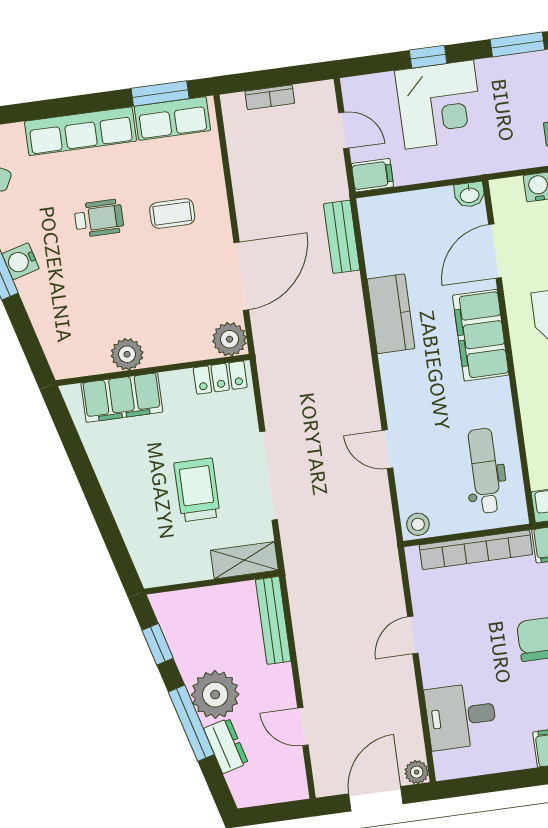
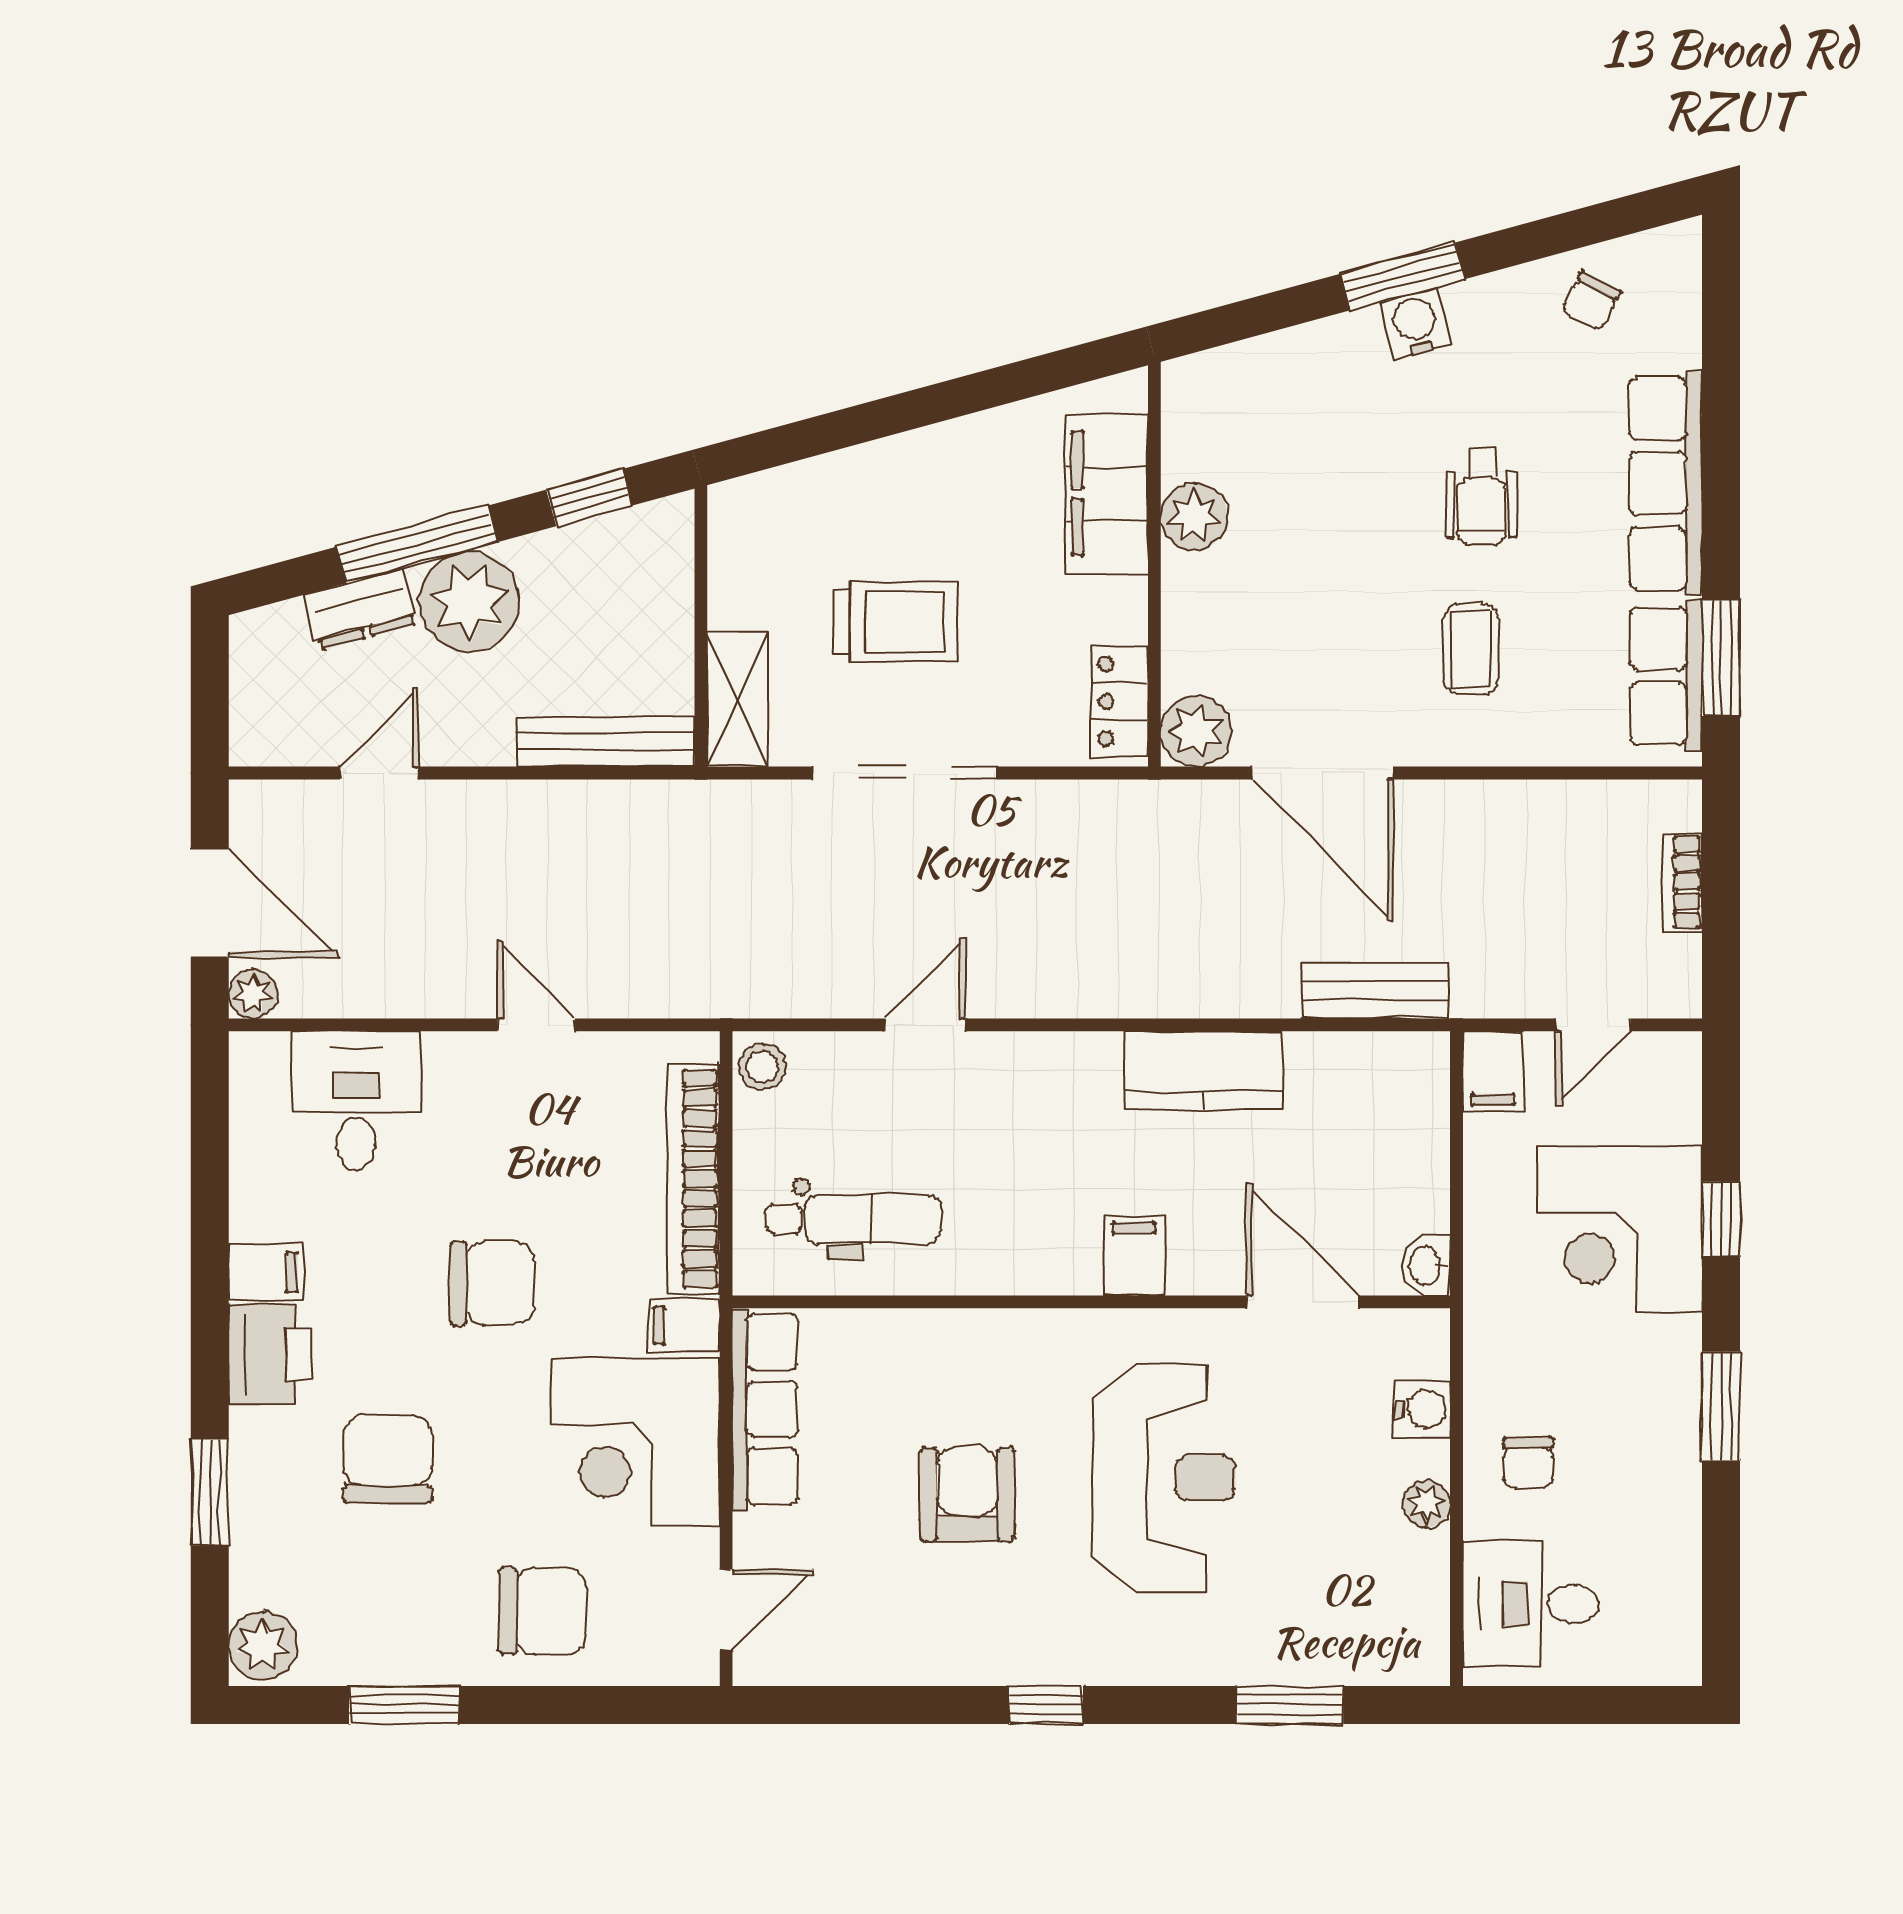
filing cabinet: (481, 335) -> (1134, 1256), width x0.33, depth x0.86

